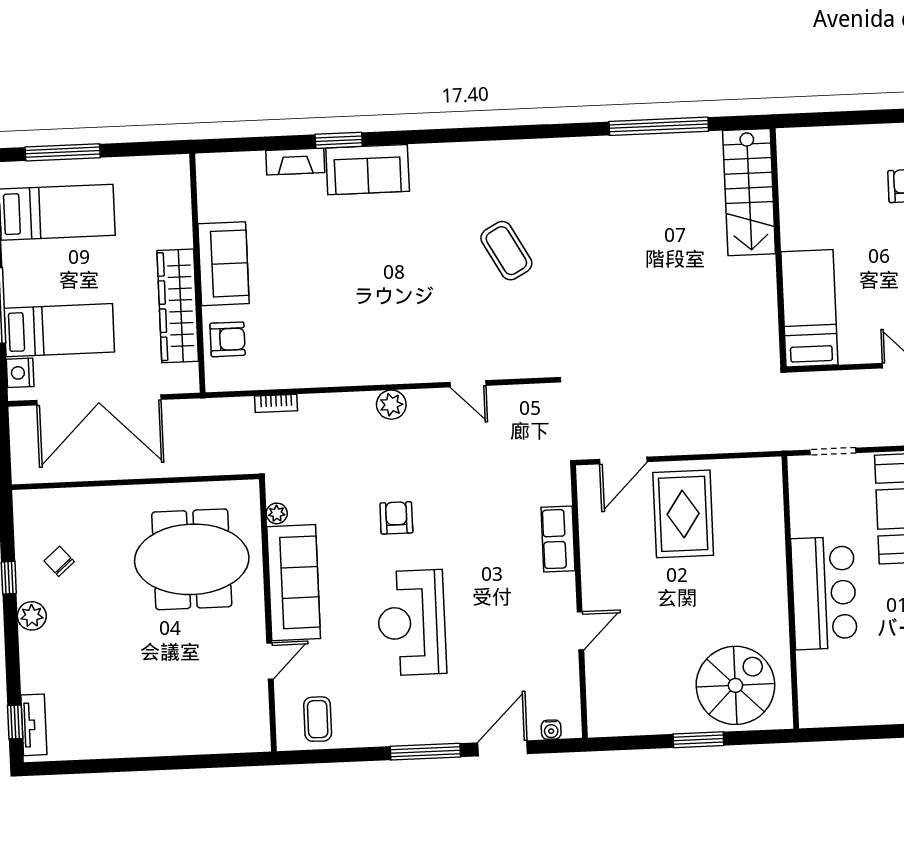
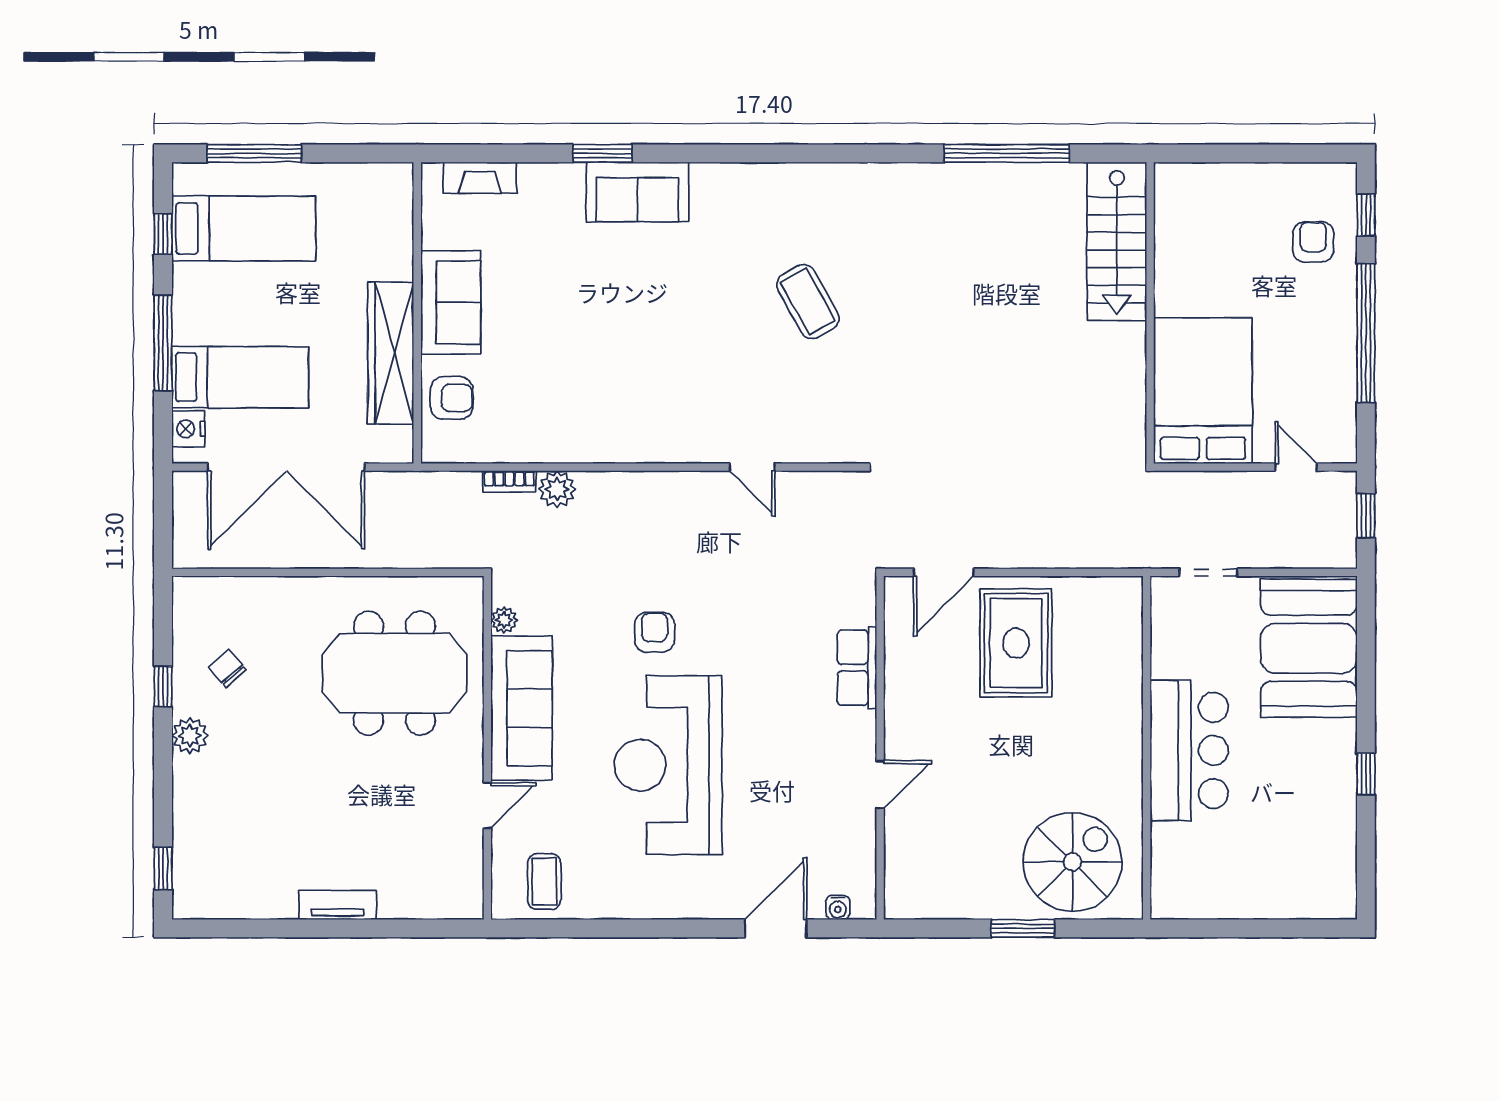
fireplace: (295, 162) -> (480, 178), moved
bed: (809, 308) -> (1203, 391), width x1.50
plant: (391, 405) -> (557, 489), moved
reception desk: (412, 623) -> (668, 765), width x1.36, depth x1.30
tv unit: (34, 725) -> (338, 905), moved, turned -90
window: (425, 752) -> (678, 928), removed

